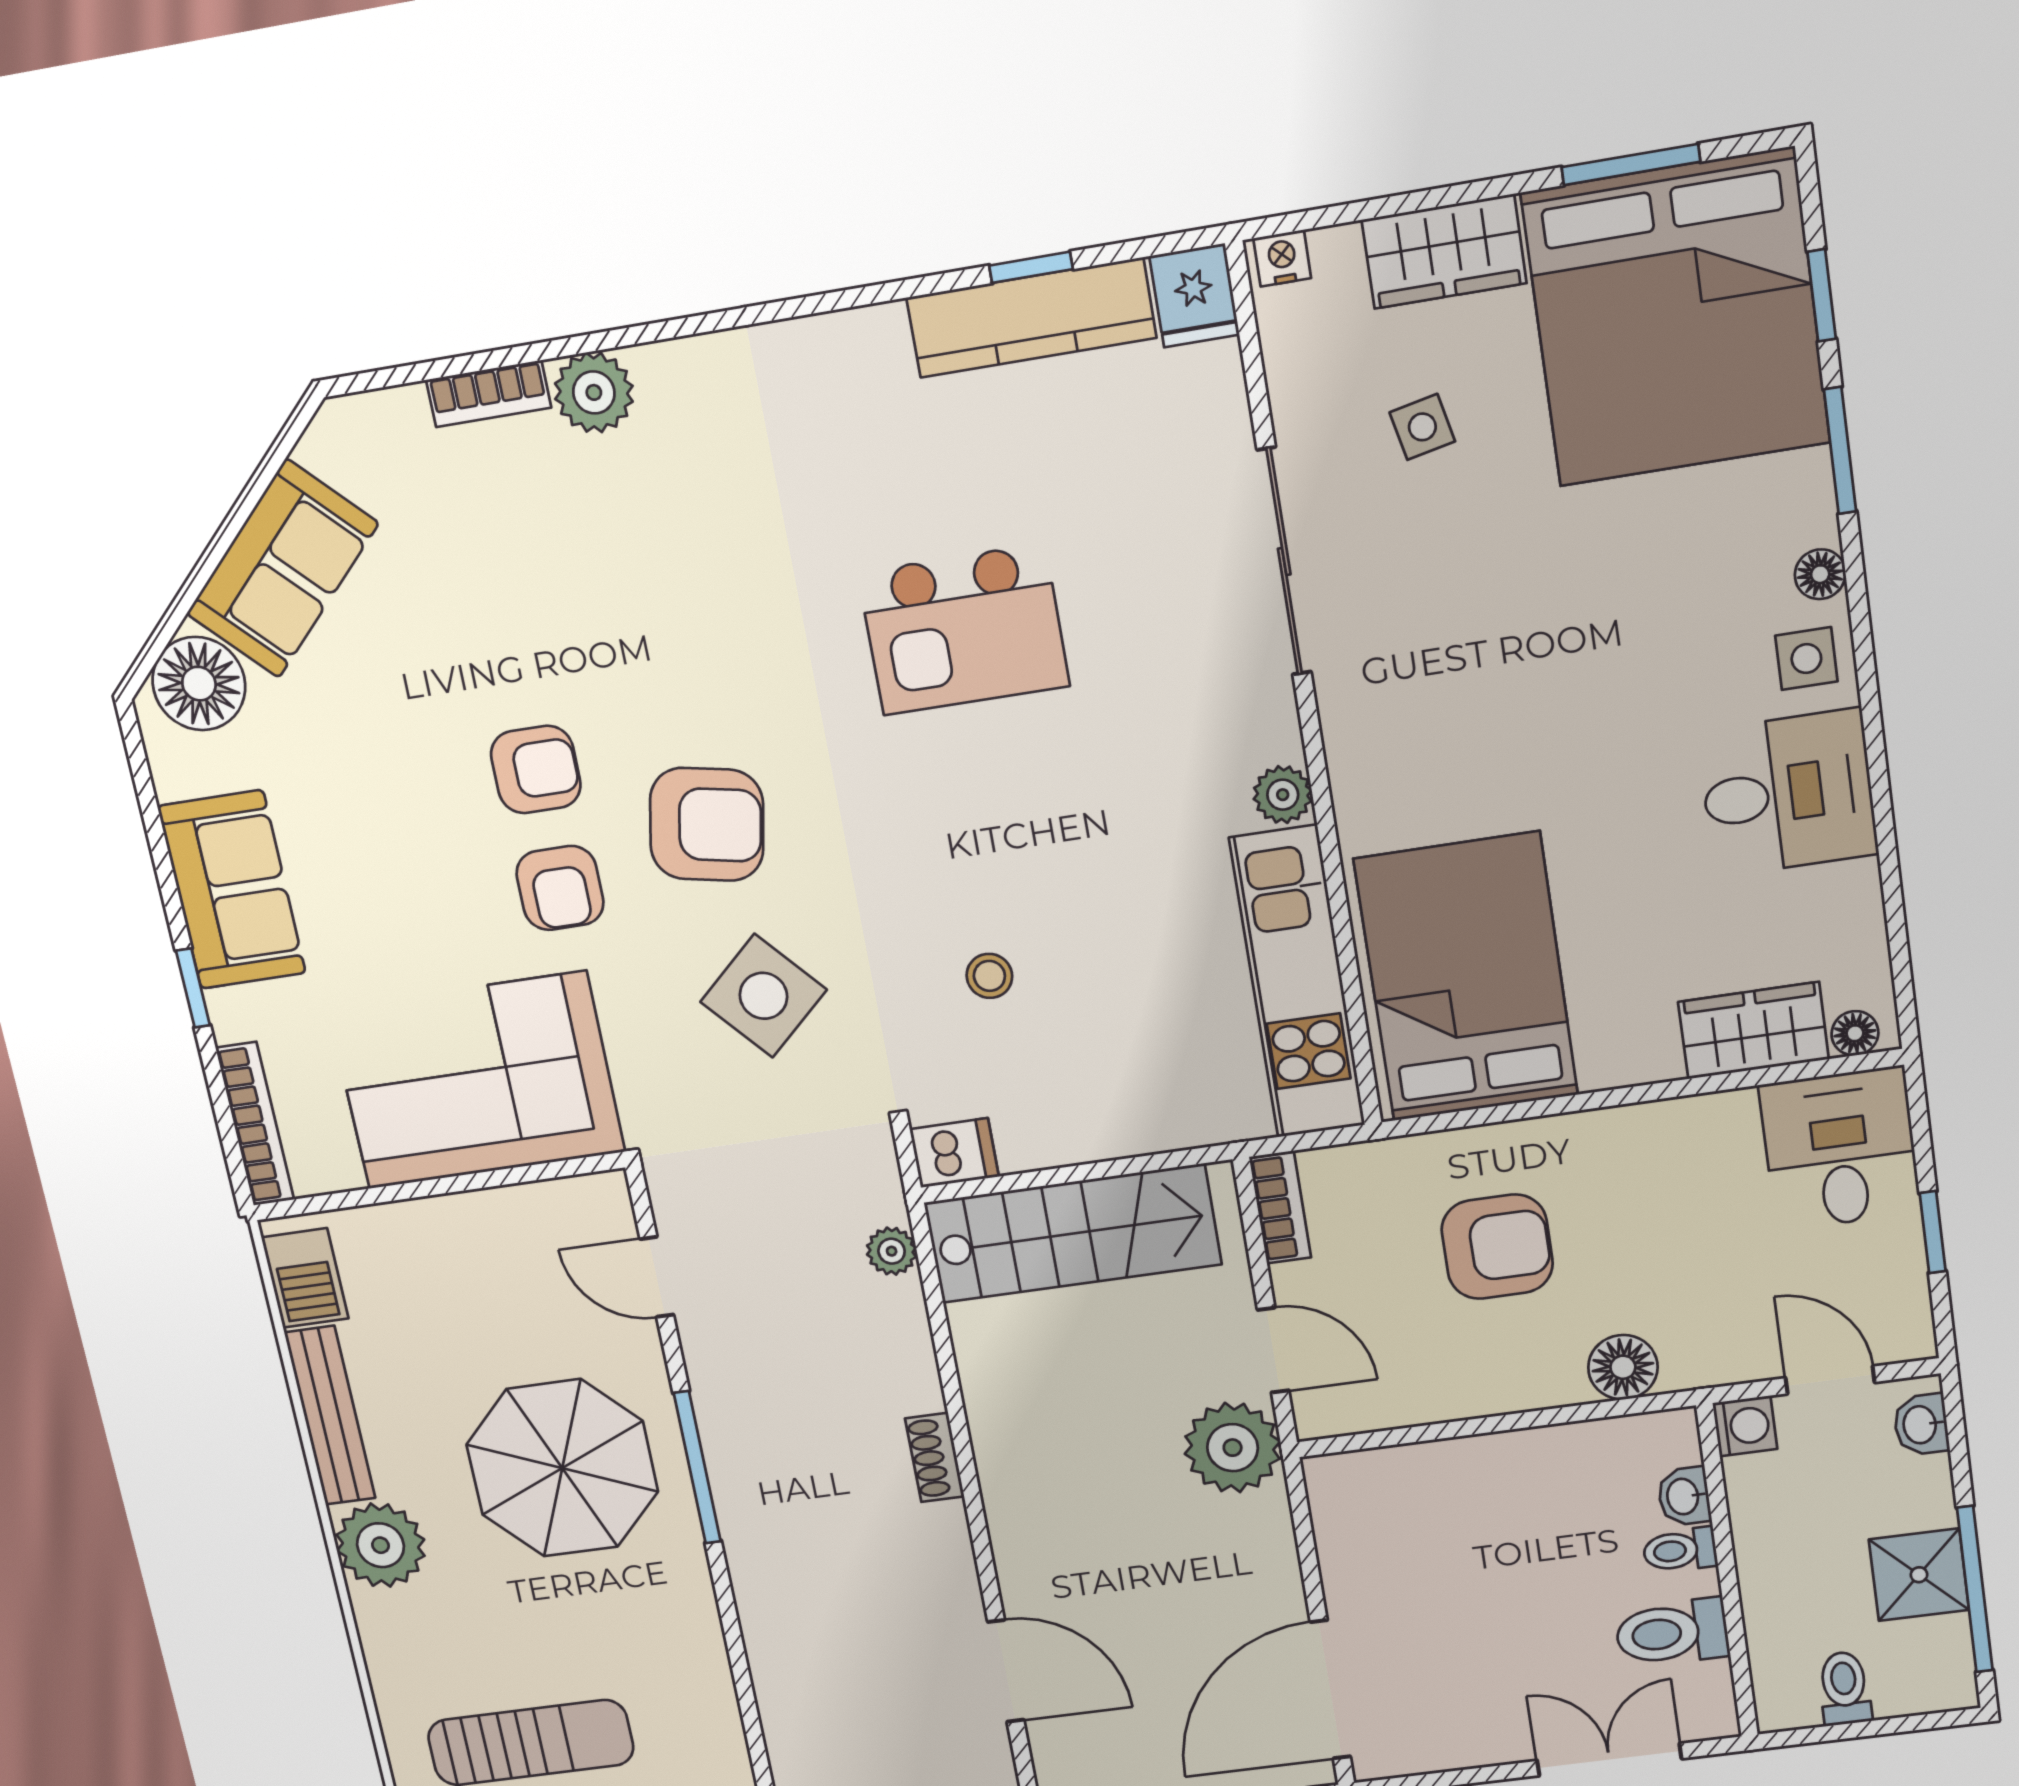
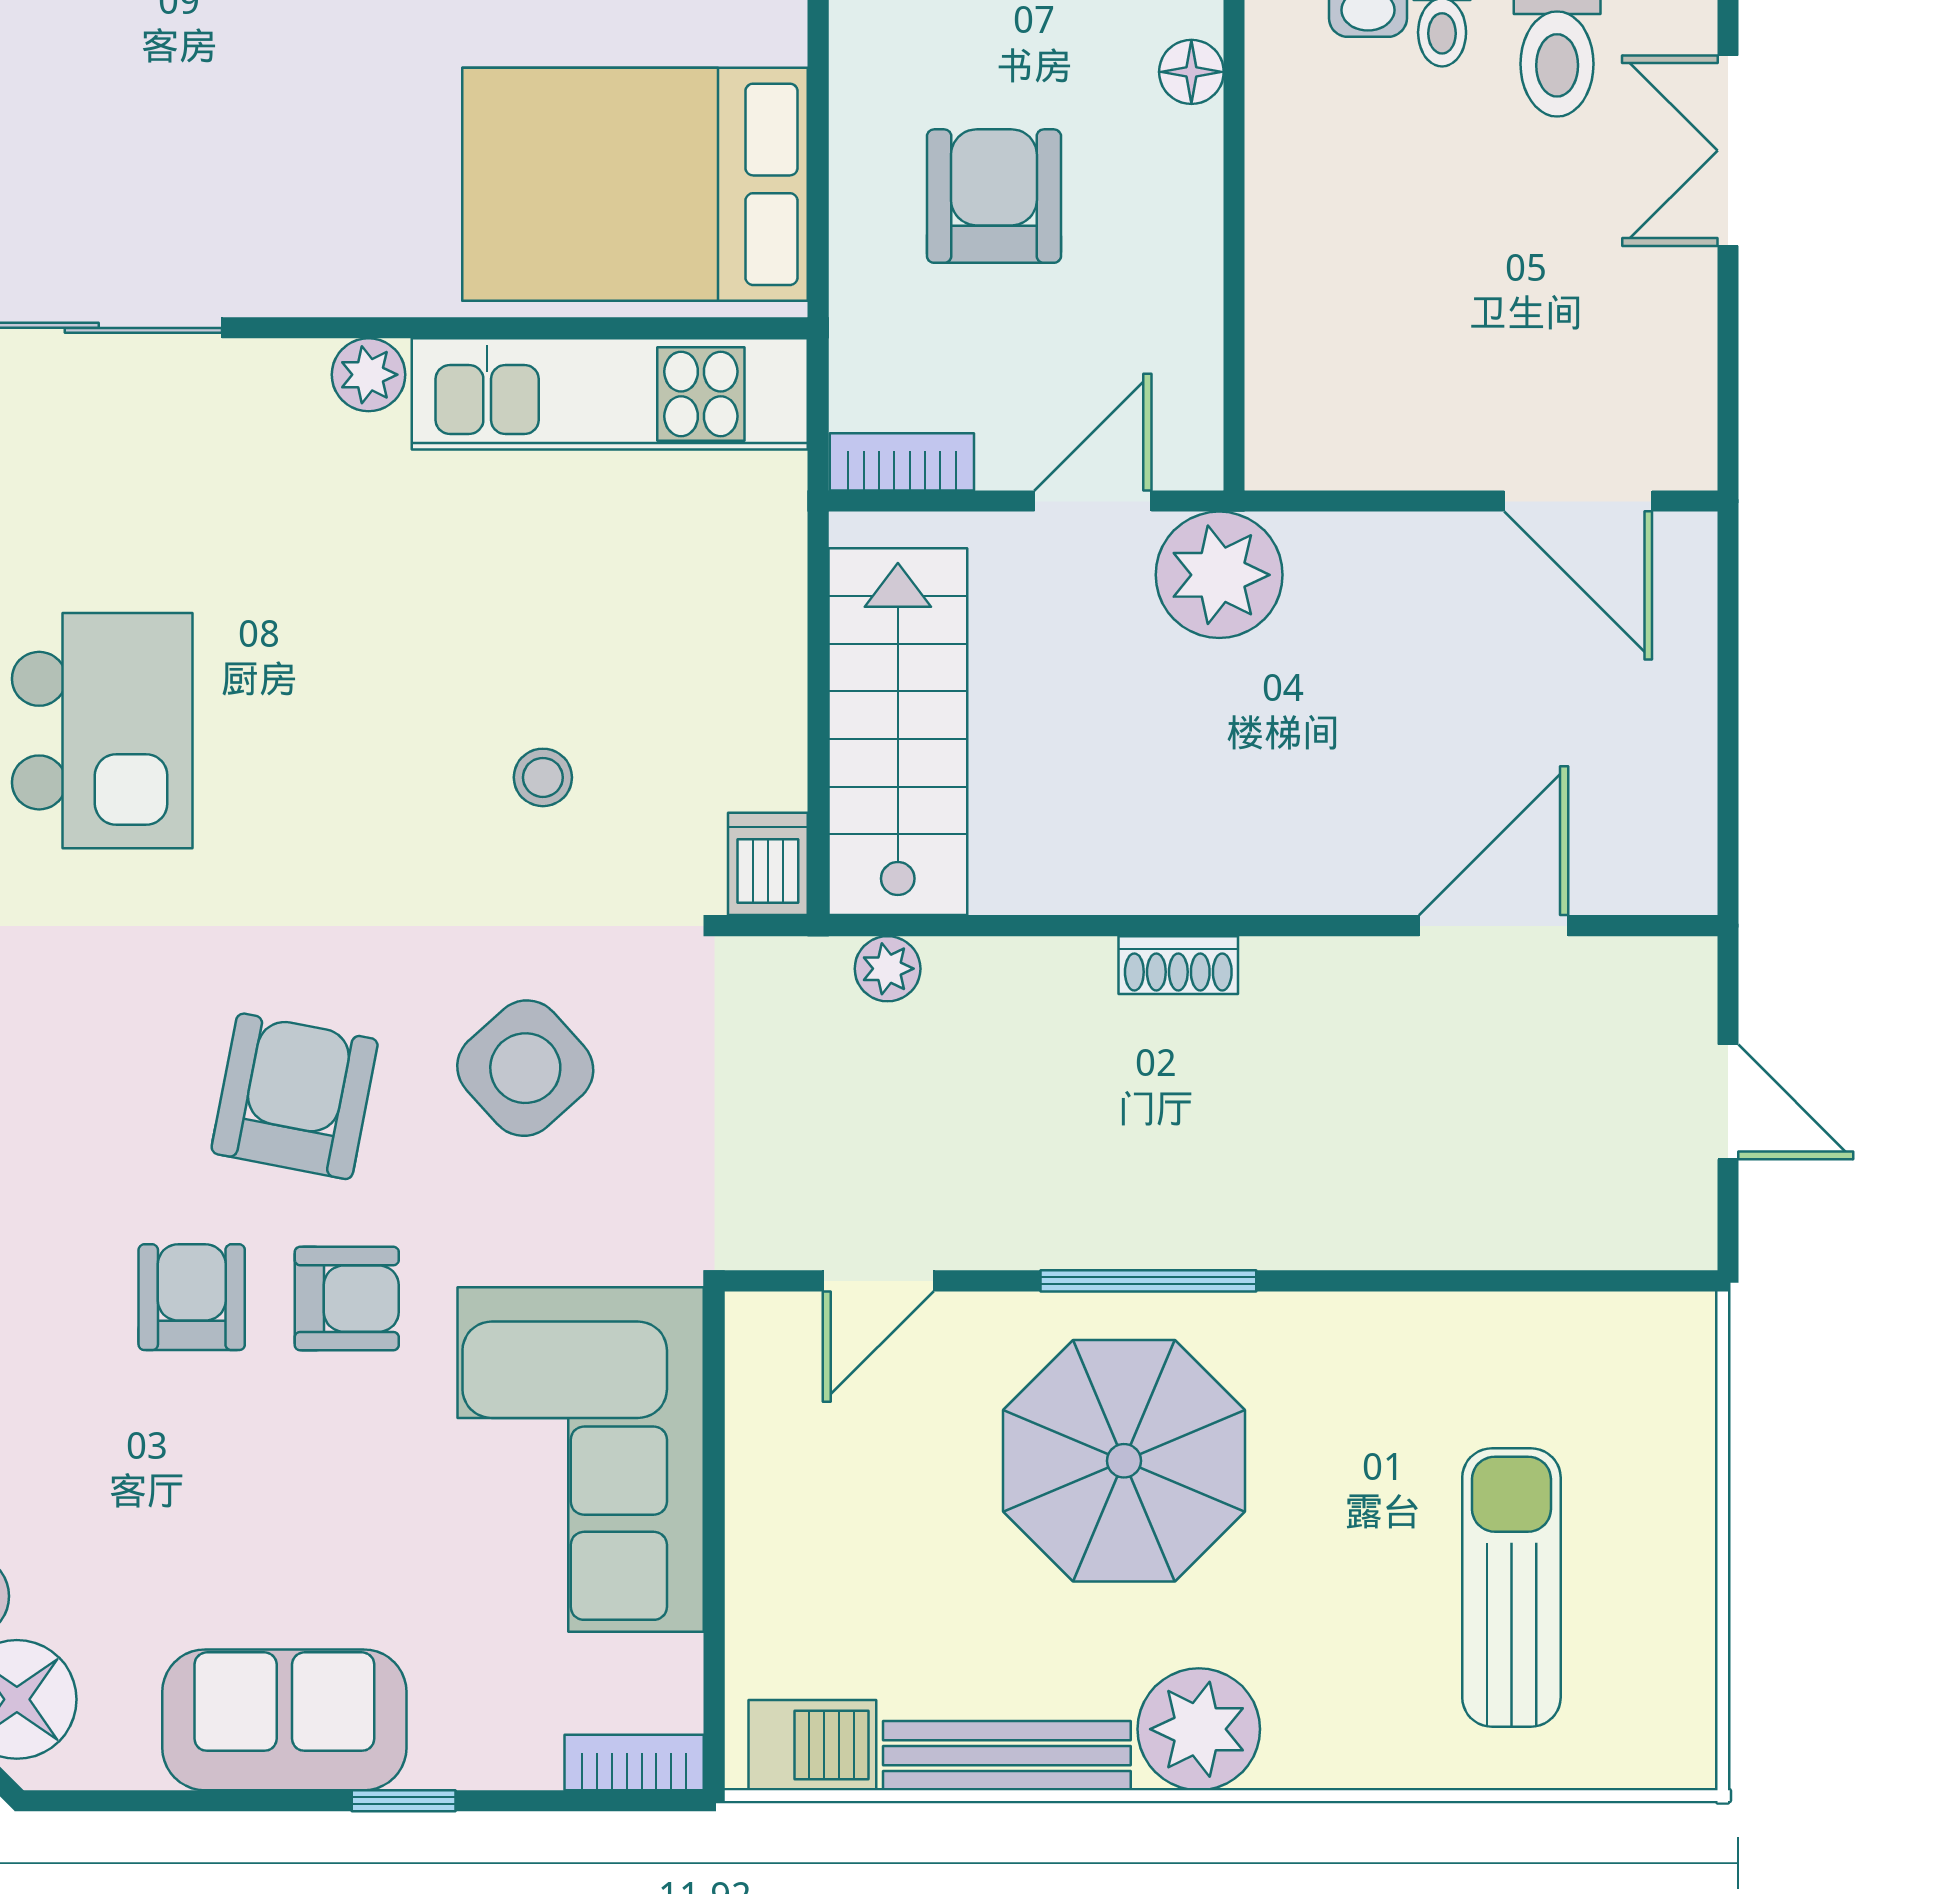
bookcase: (255, 1124) -> (634, 1763), width x0.64
floor lamp: (1623, 1367) -> (1191, 72), width x0.73, depth x0.73
door: (1330, 1690) -> (1578, 501), width x0.73

